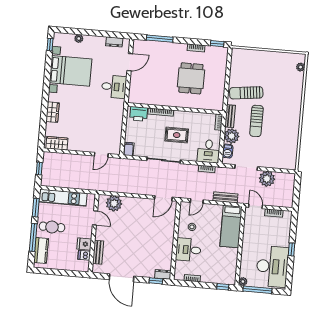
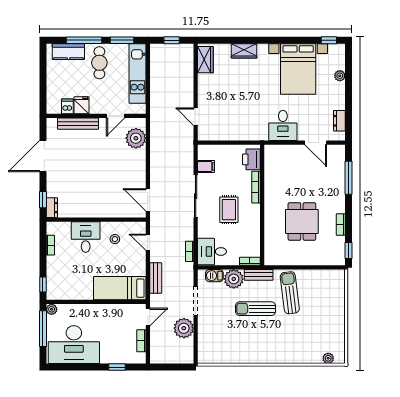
dining table: (191, 78) -> (302, 221), turned 90
filing cabinet: (129, 149) -> (206, 166), moved
window: (292, 249) -> (117, 367), moved
bench: (98, 252) -> (78, 124), width x1.36

